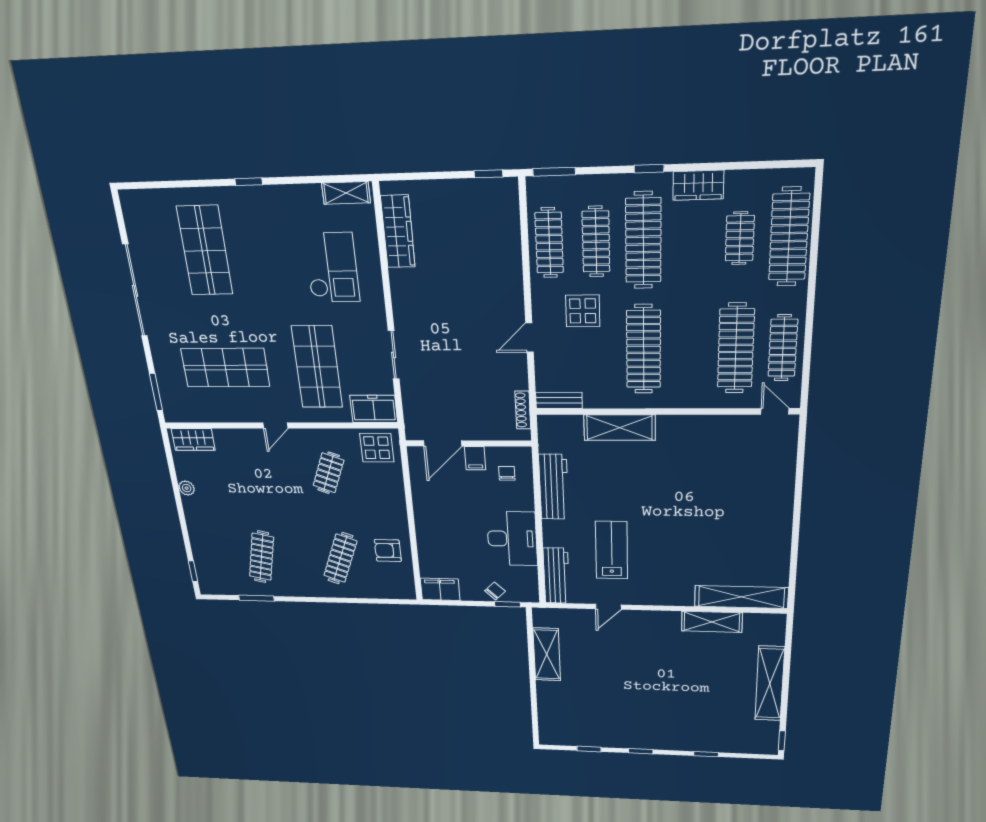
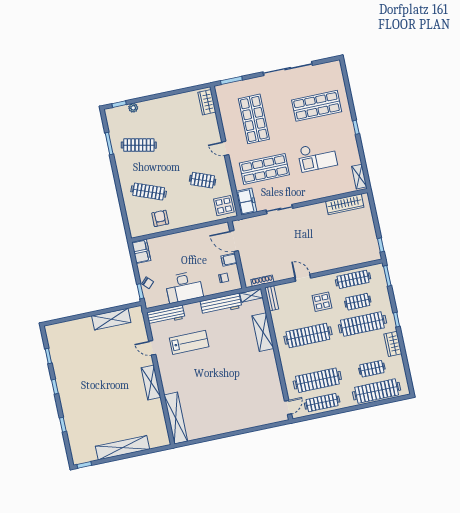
clothes rail: (596, 242) -> (358, 302), width x0.73
checkout: (332, 268) -> (317, 157), moved
shelving: (547, 434) -> (251, 295), added
plant: (187, 488) -> (133, 108), moved
shelving: (712, 622) -> (151, 383), moved

